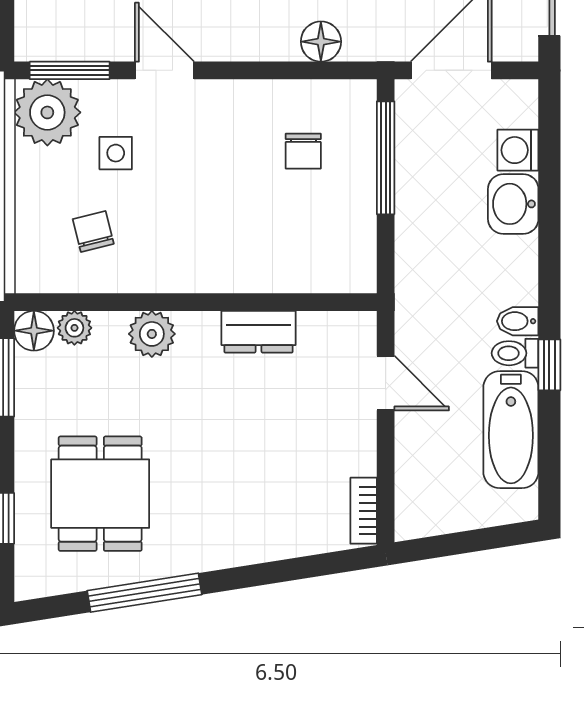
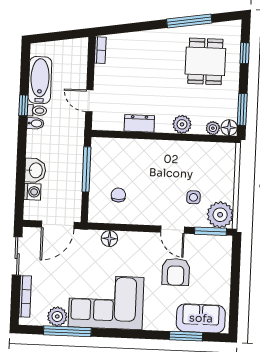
window: (386, 158) -> (86, 169), moved
chair: (93, 231) -> (204, 166), removed

